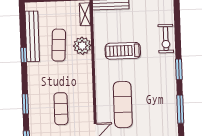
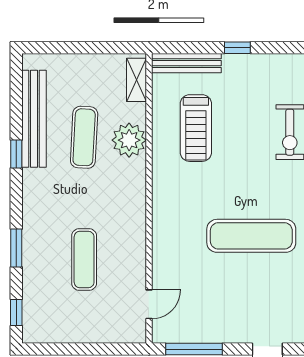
treadmill: (123, 51) -> (196, 128), moved, turned -90
exercise mat: (123, 105) -> (251, 236), moved, turned 90

